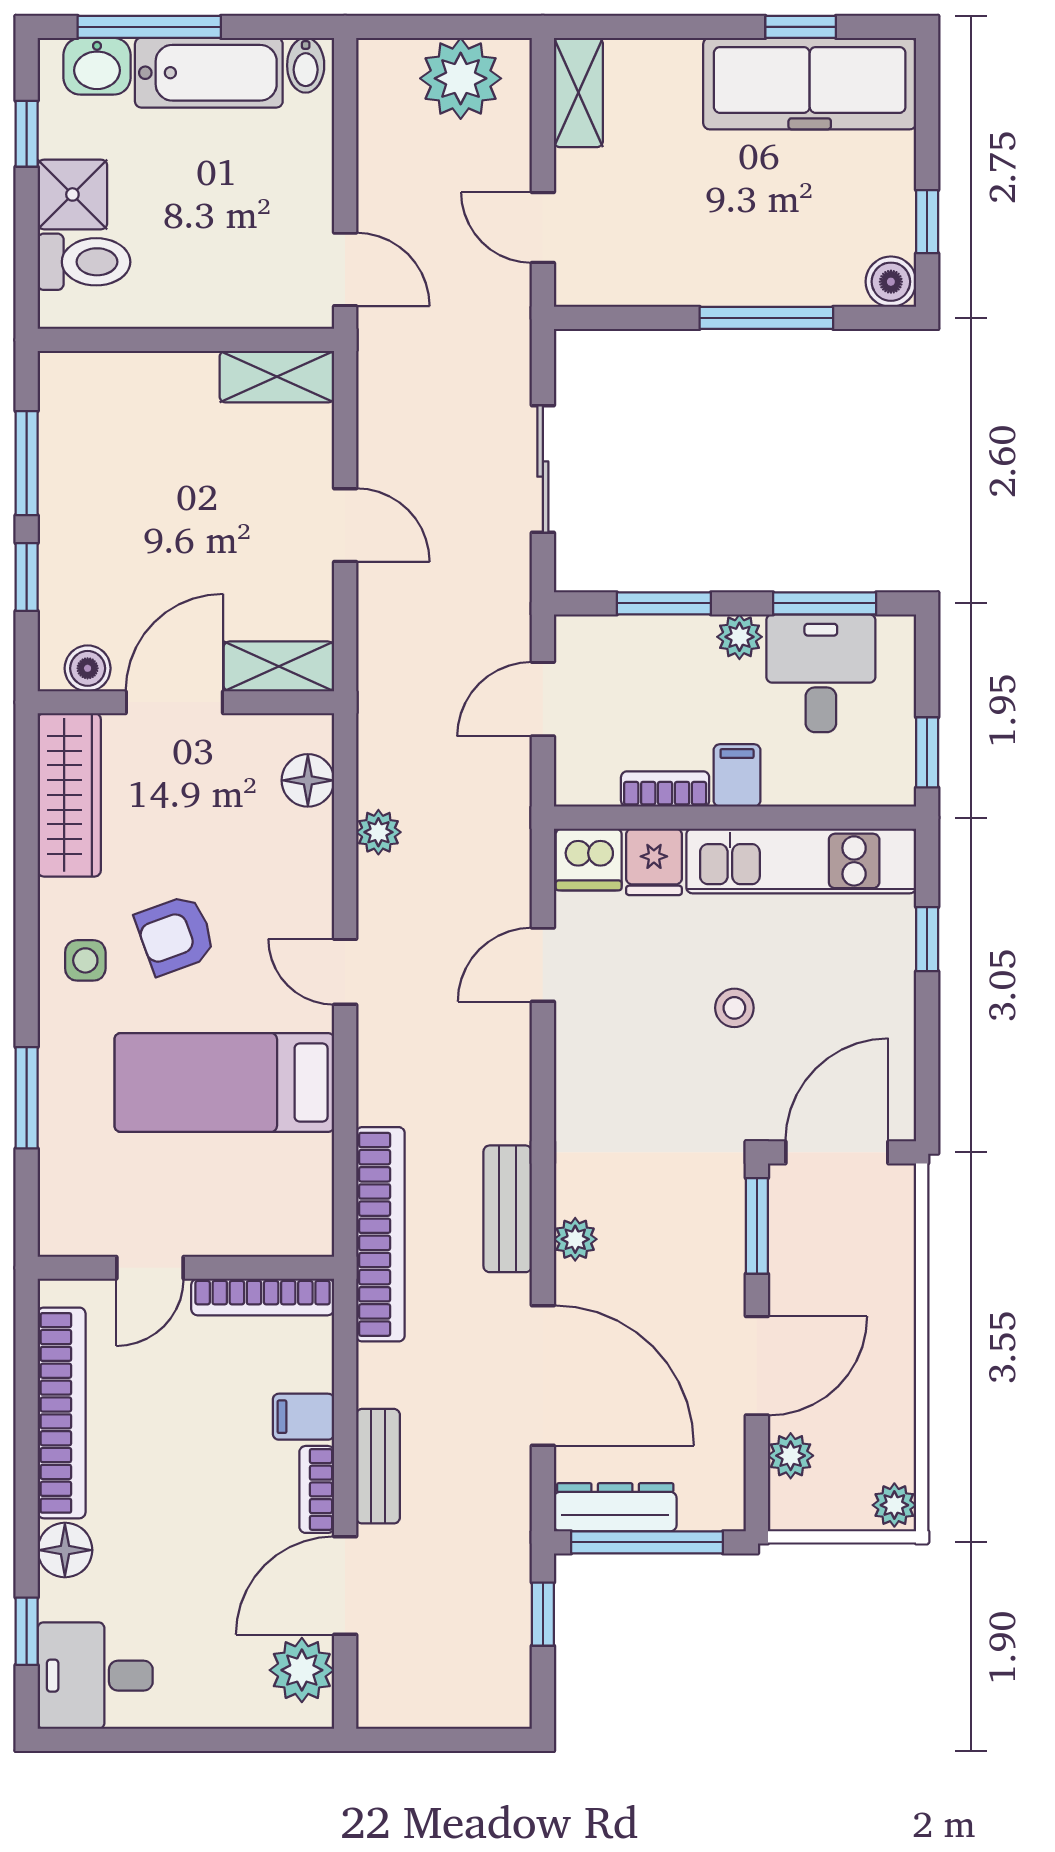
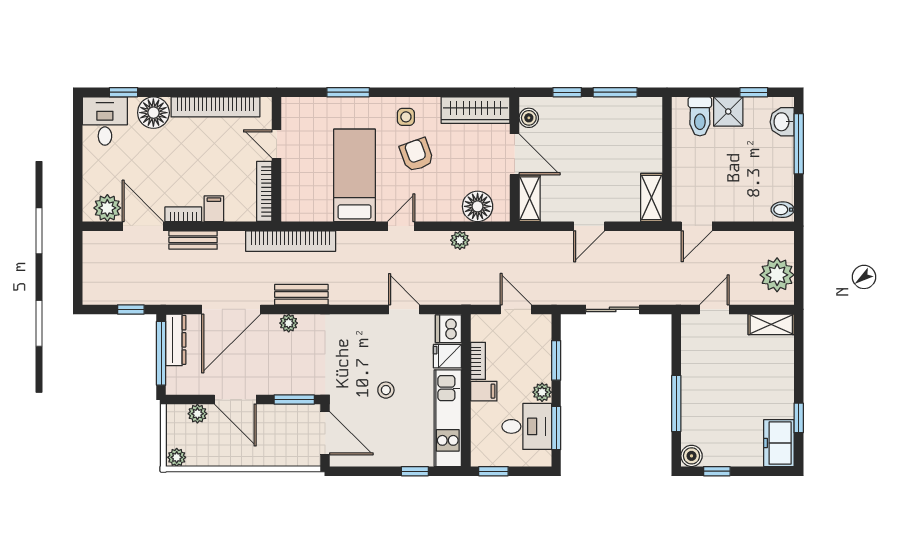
bathtub: (209, 73) -> (779, 169), removed
freezer: (810, 84) -> (779, 443), width x0.52, depth x0.79
floor lamp: (308, 780) -> (478, 206), width x1.38, depth x1.38
floor lamp: (65, 1550) -> (153, 113), width x1.38, depth x1.38

